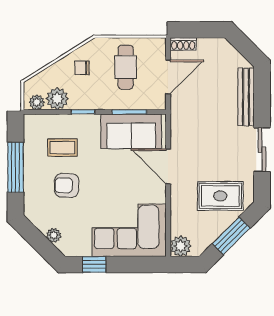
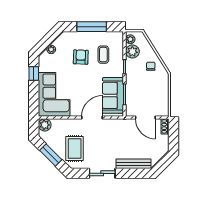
cafe table: (126, 67) -> (151, 92), removed

